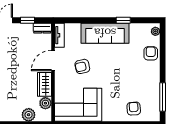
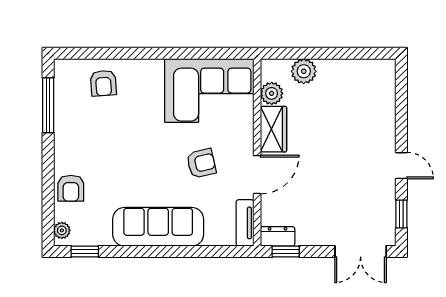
window: (27, 20) -> (286, 251), moved
window: (123, 20) -> (85, 251), moved

